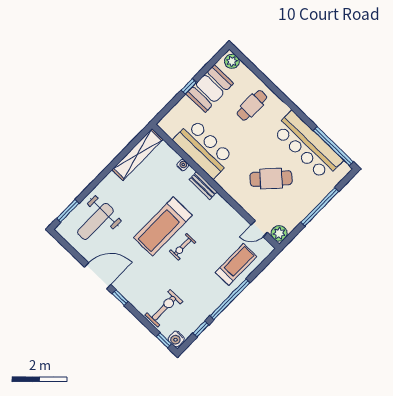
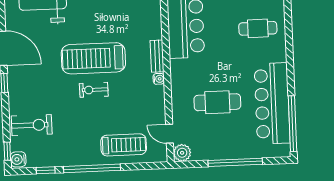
water cooler: (183, 165) -> (159, 79), moved
cafe table: (271, 179) -> (217, 102), turned -43

